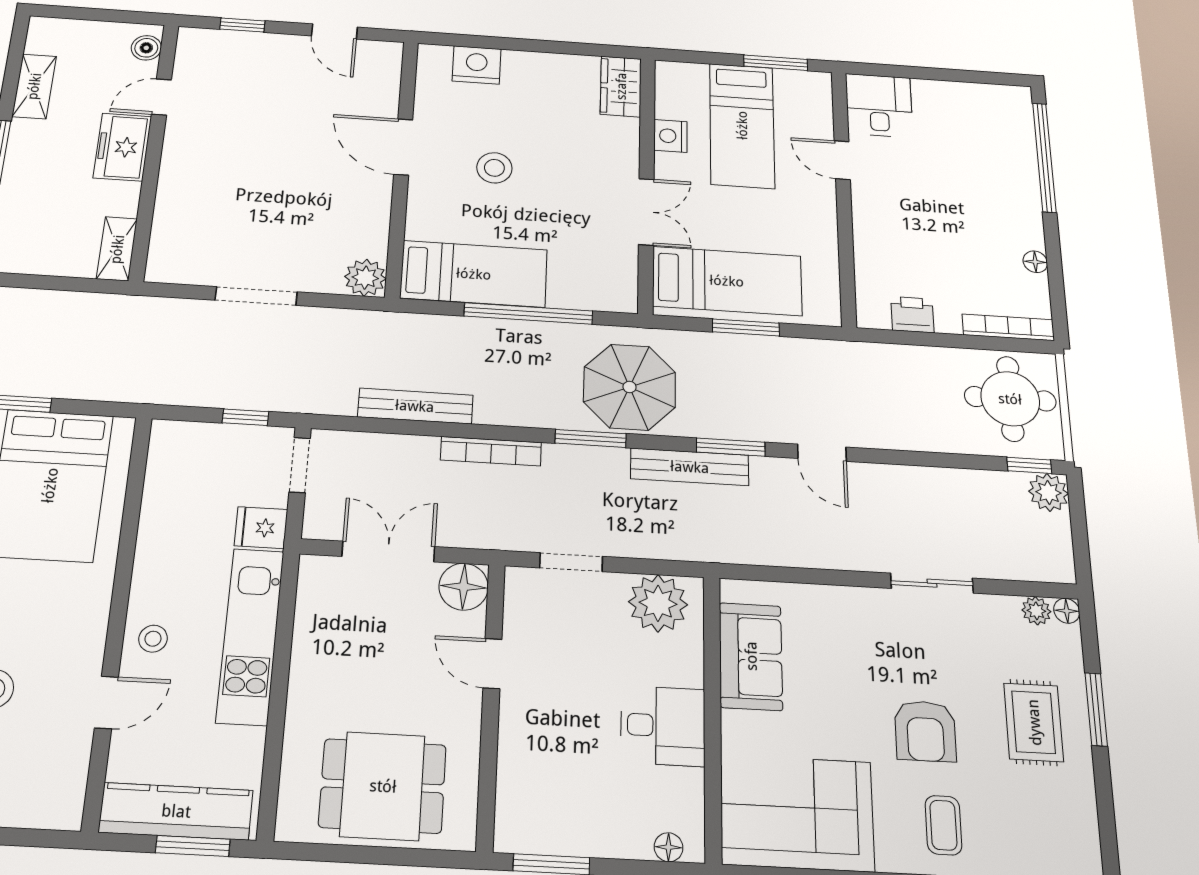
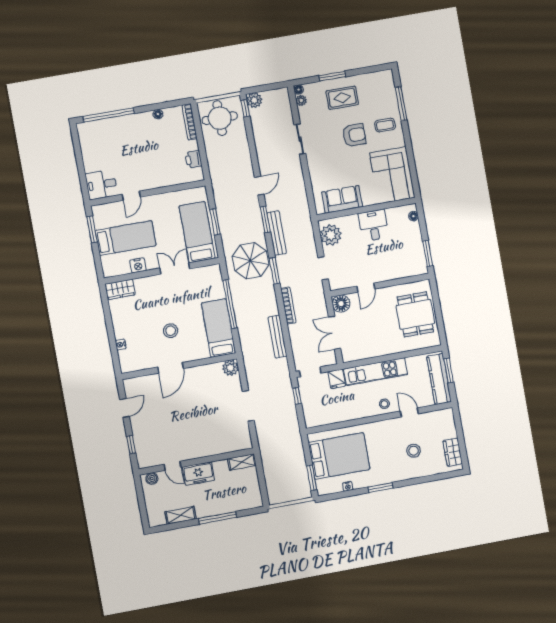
nightstand: (477, 65) -> (121, 345), width x0.53, depth x0.56

